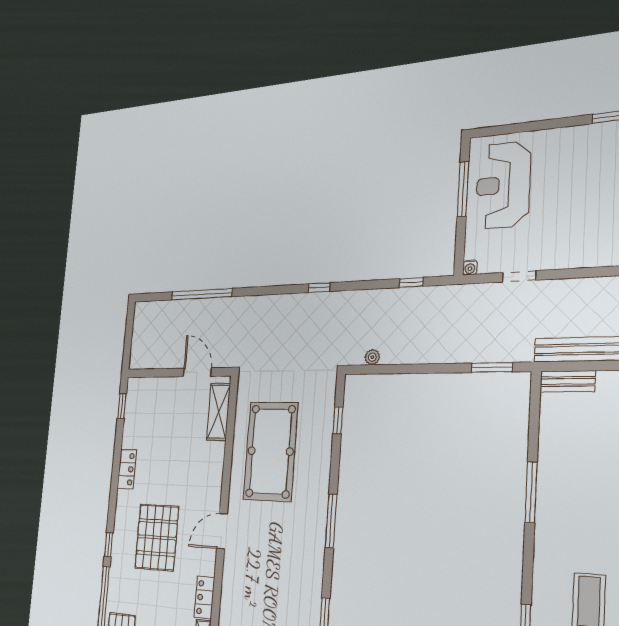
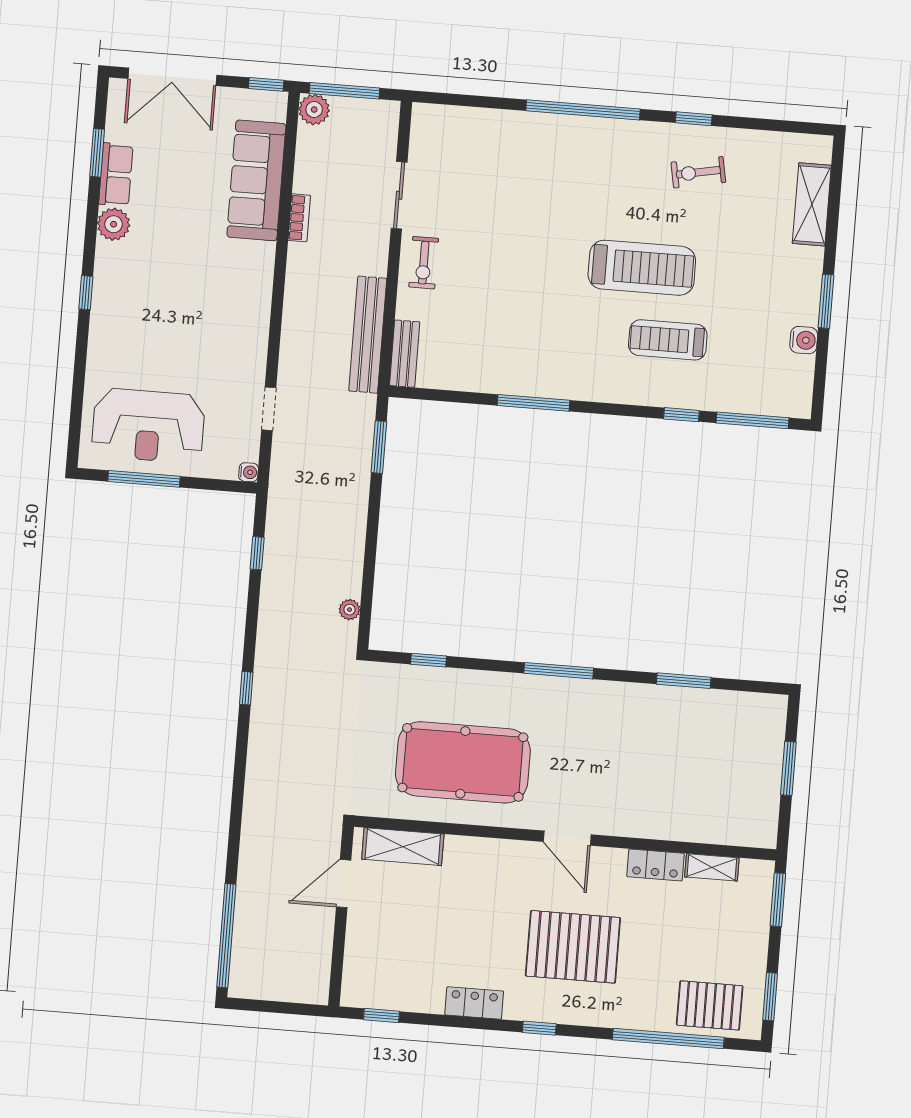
window: (202, 294) -> (226, 936), moved
window: (109, 545) -> (539, 1028), moved

